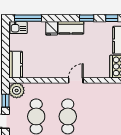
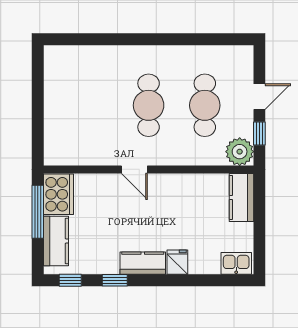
window: (28, 18) -> (219, 280), removed
door: (76, 80) -> (134, 169), hinge flipped

